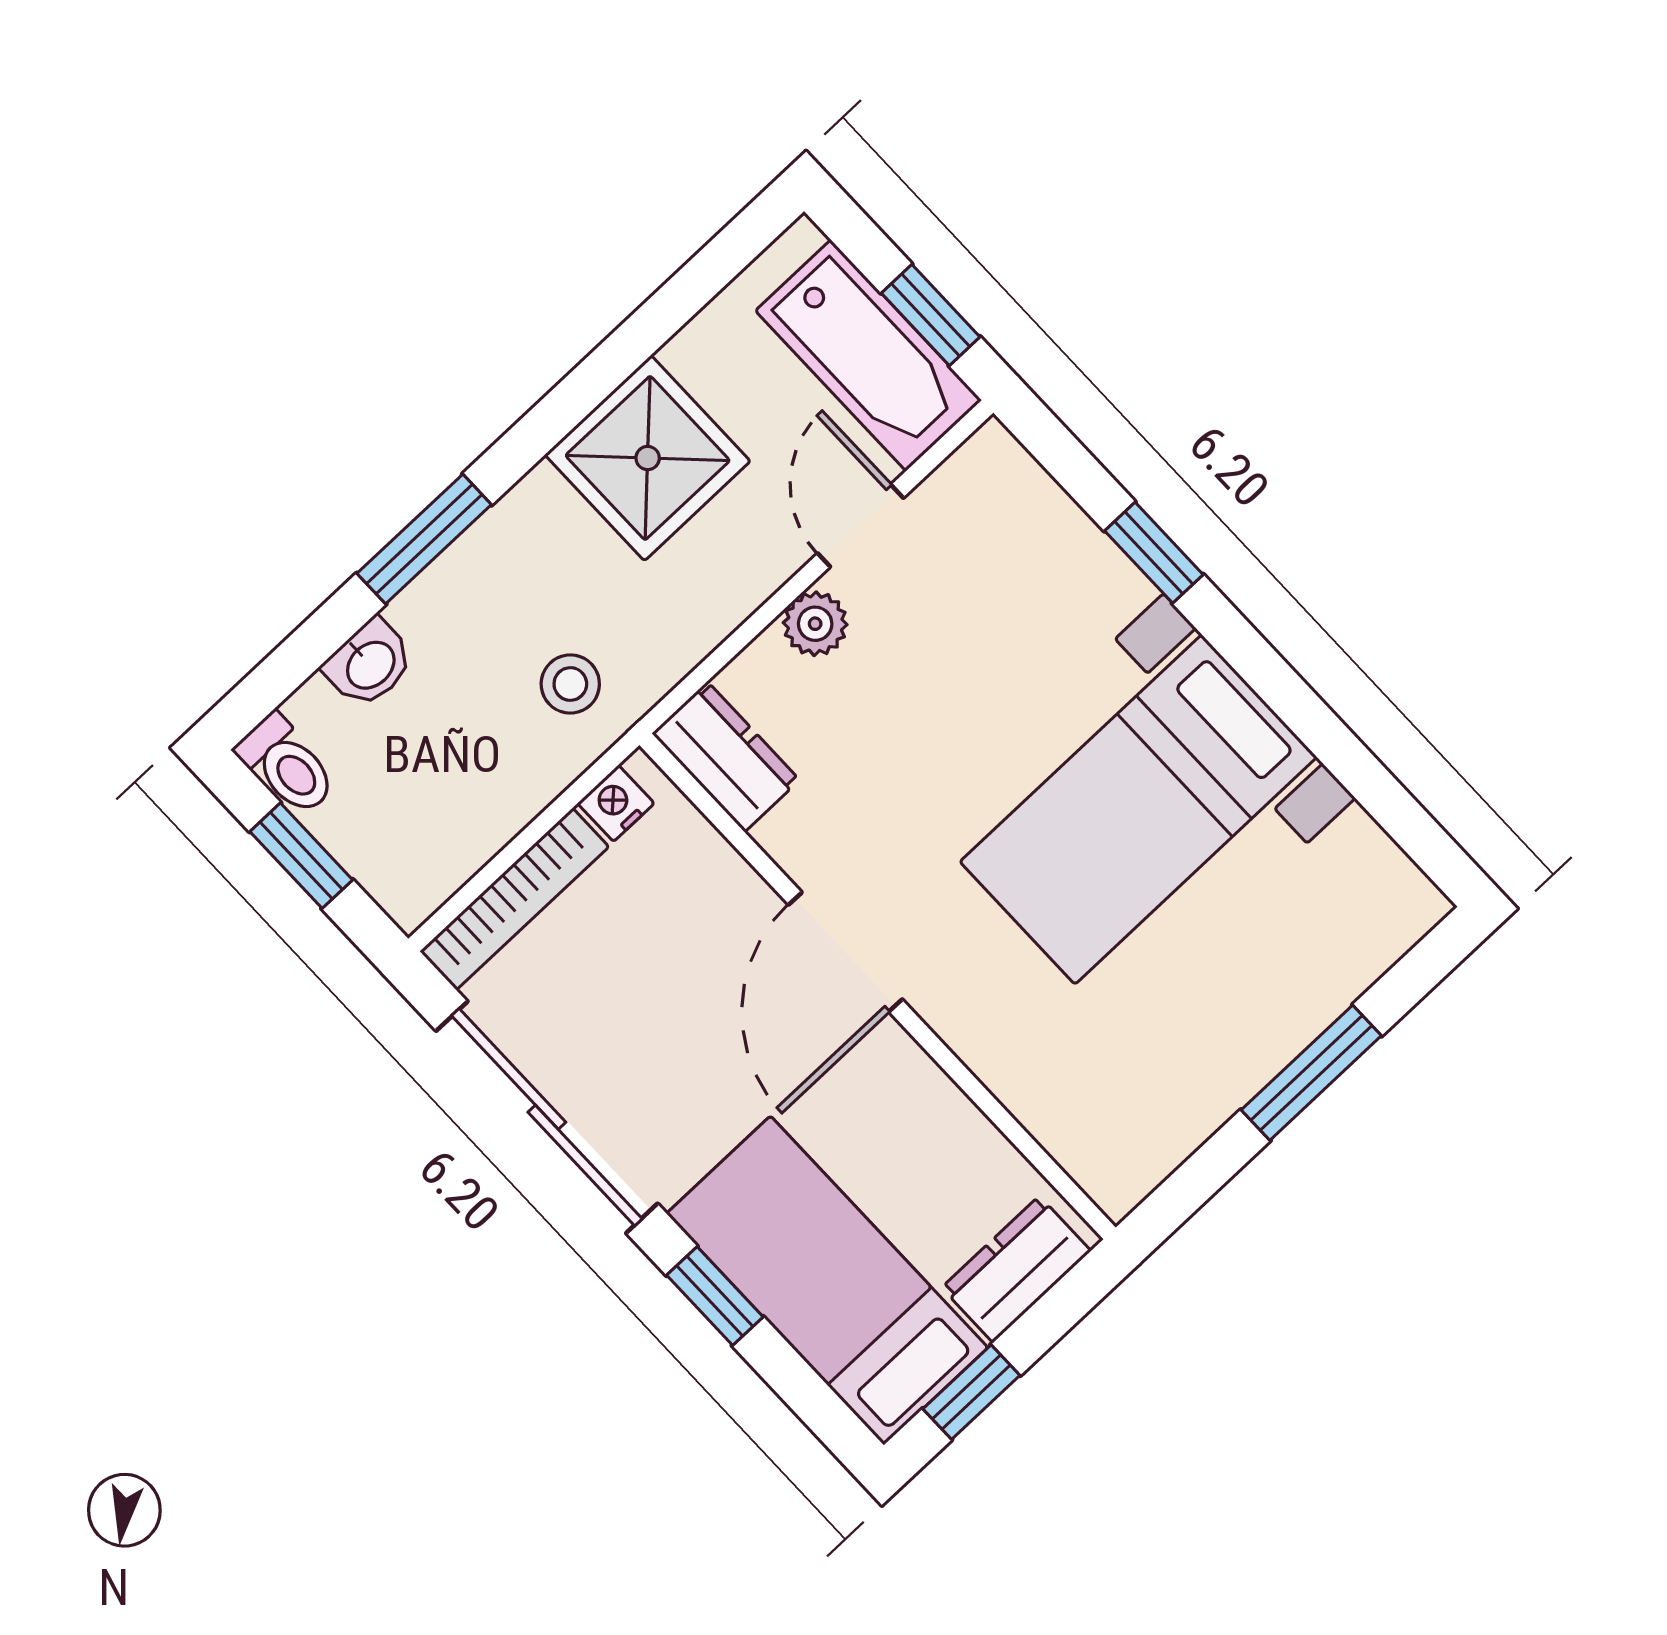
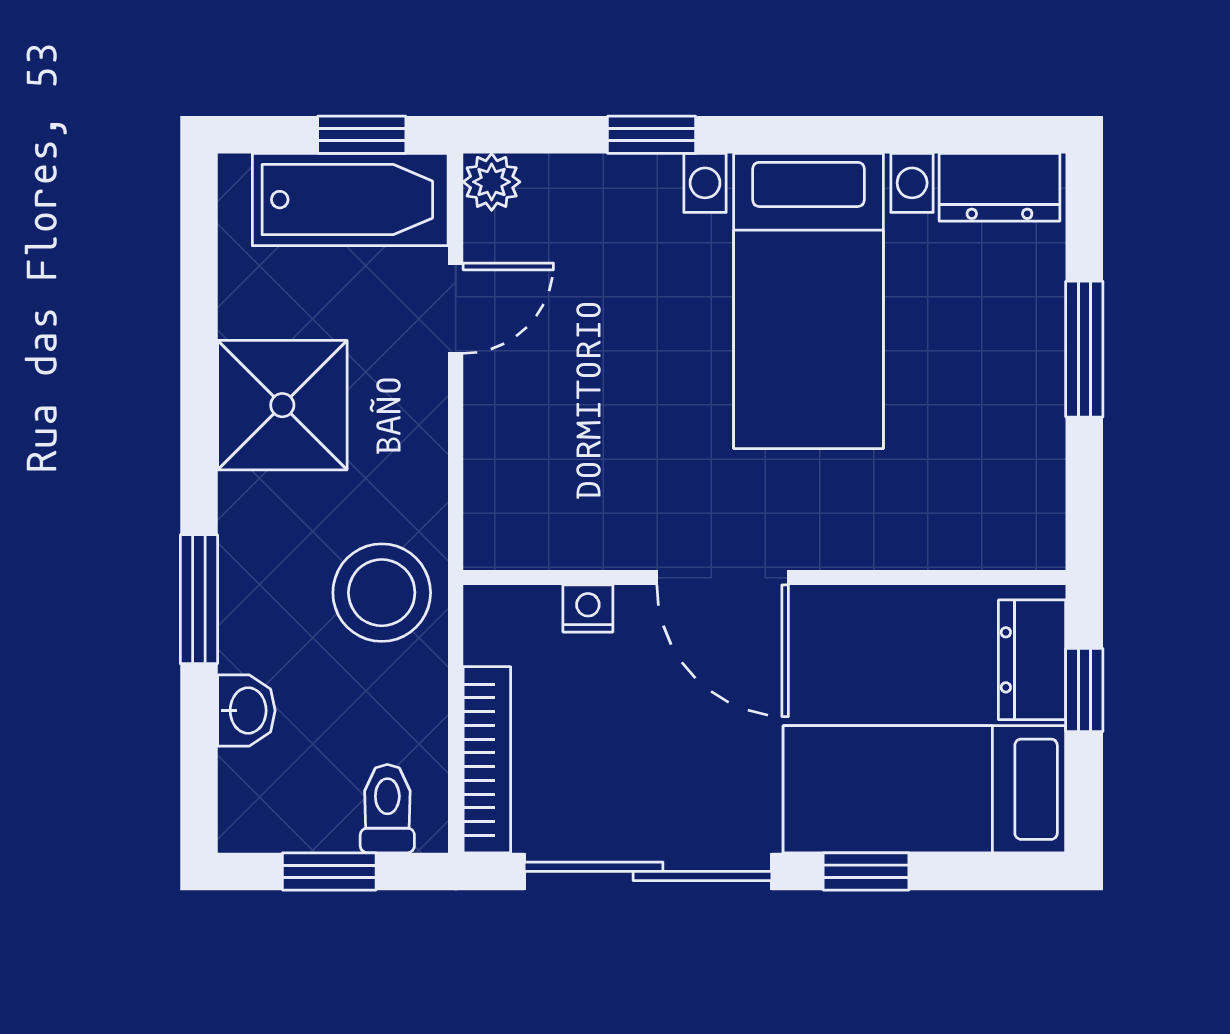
door: (861, 526) -> (456, 308), swing flipped
plant: (815, 624) -> (492, 182), moved
stool: (570, 684) -> (382, 593), width x1.89, depth x1.89
dresser: (726, 757) -> (999, 187), moved, turned 180
toilet: (287, 765) -> (387, 809), moved, turned -90
nightstand: (616, 803) -> (588, 609), moved, turned 90
window: (971, 1392) -> (1084, 690), moved

